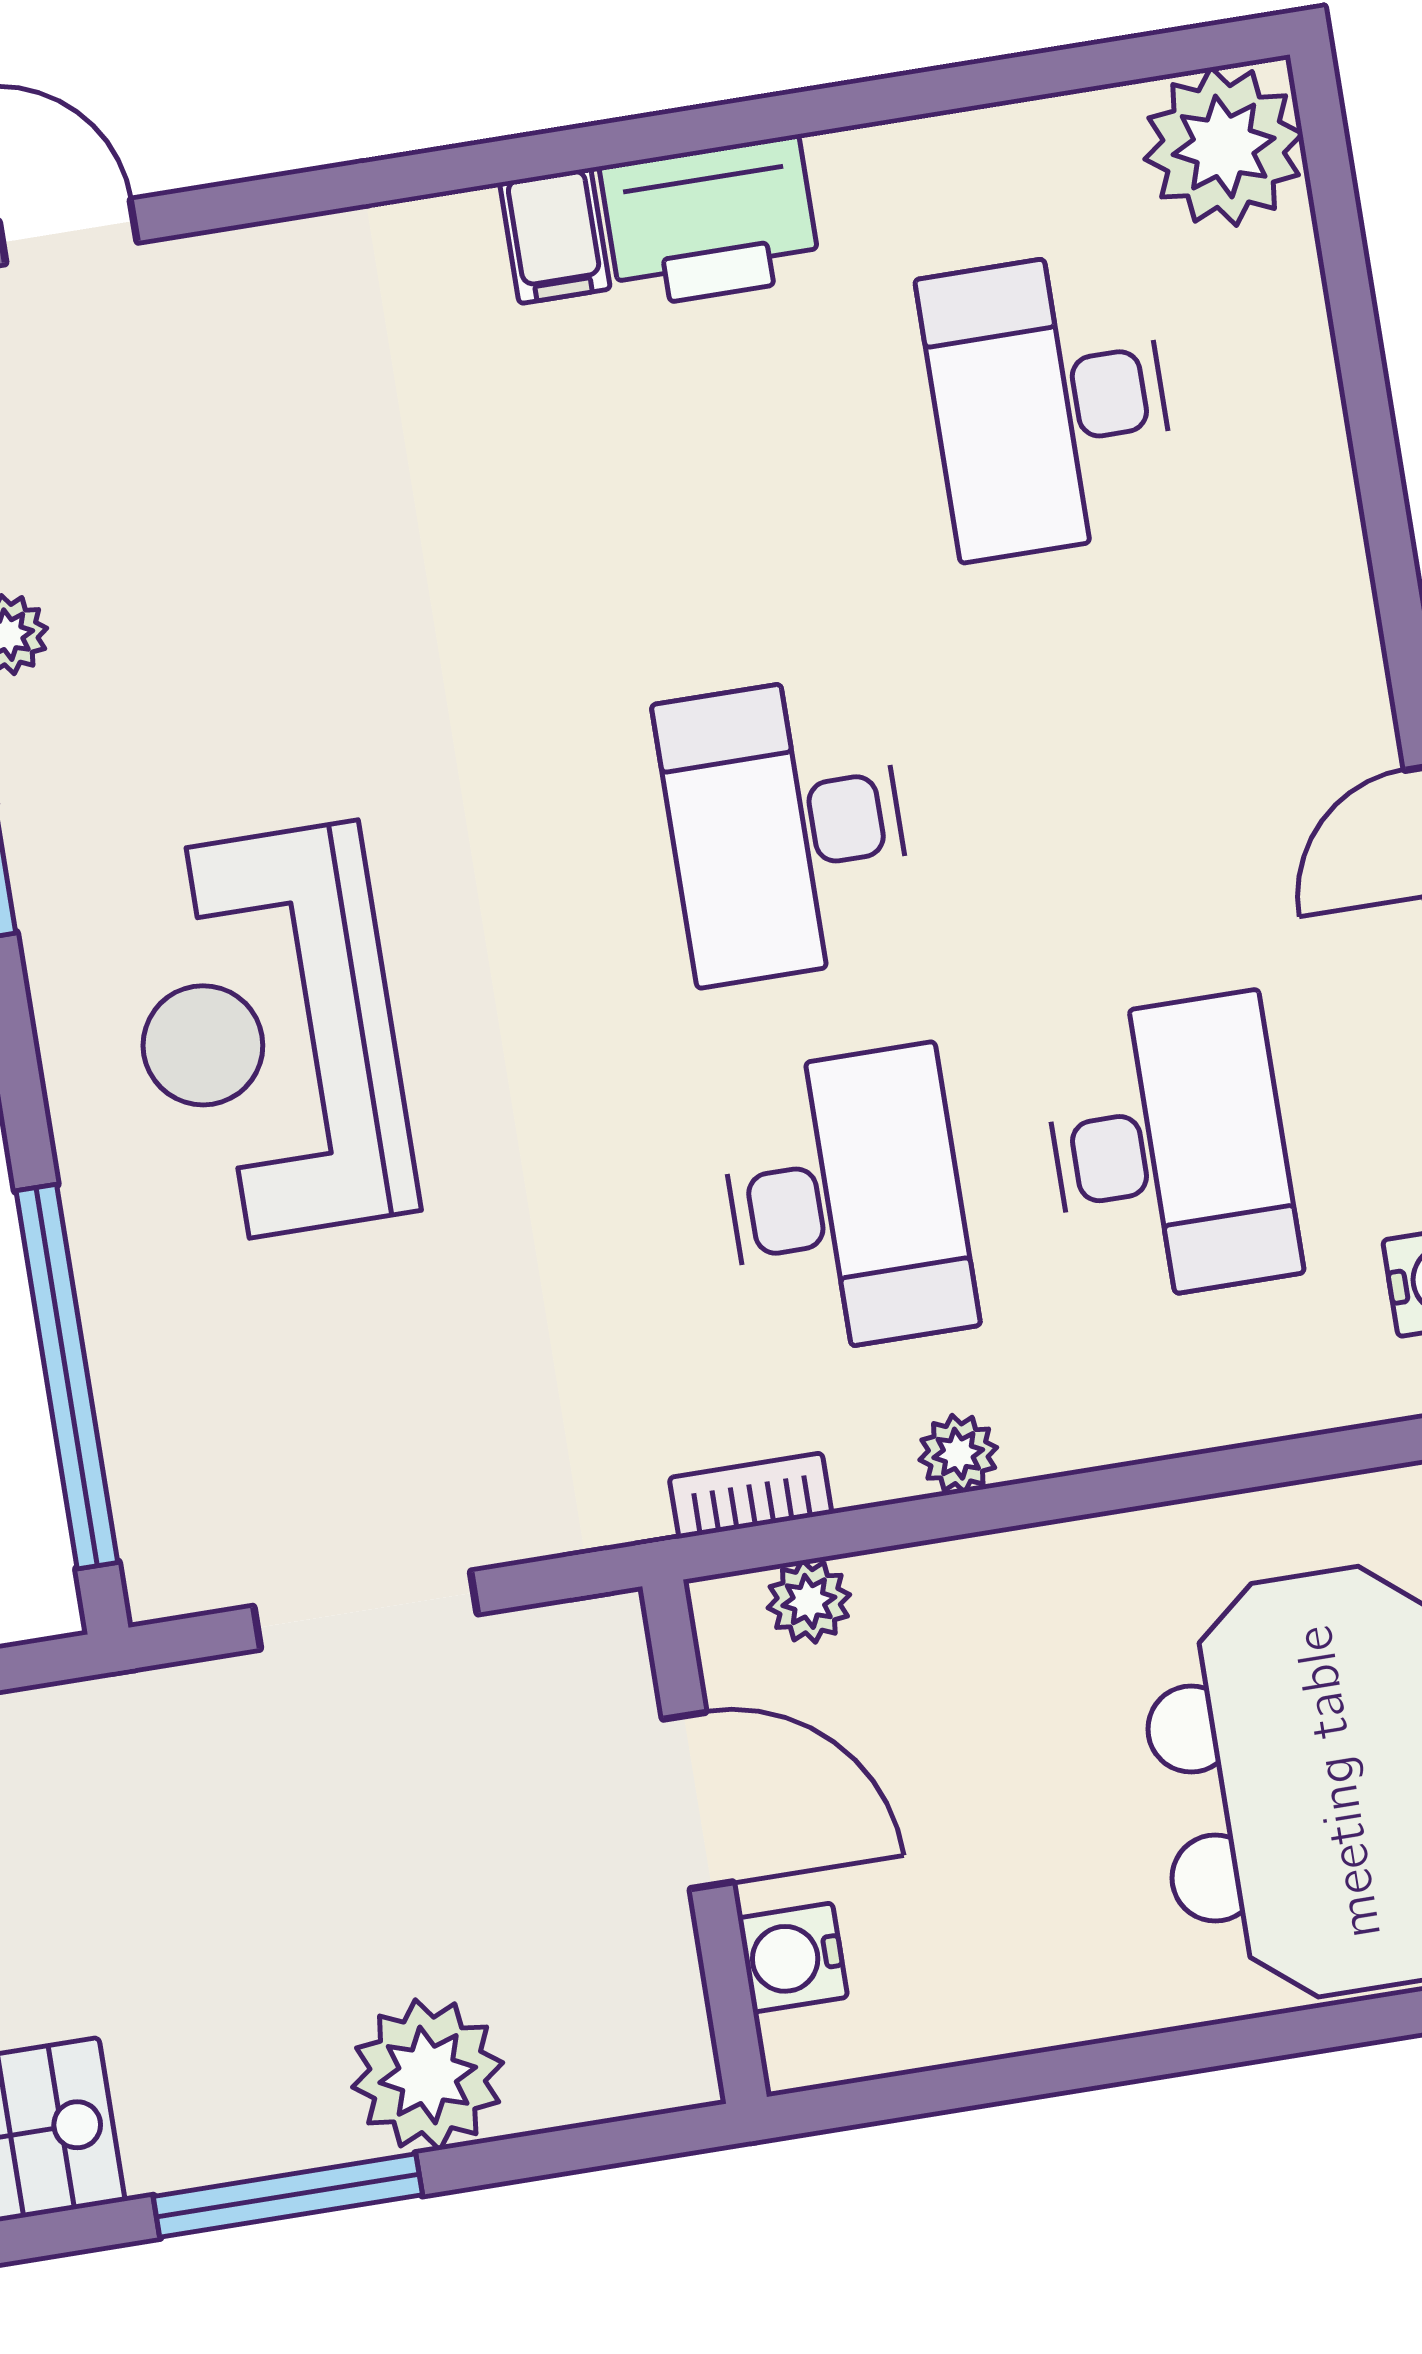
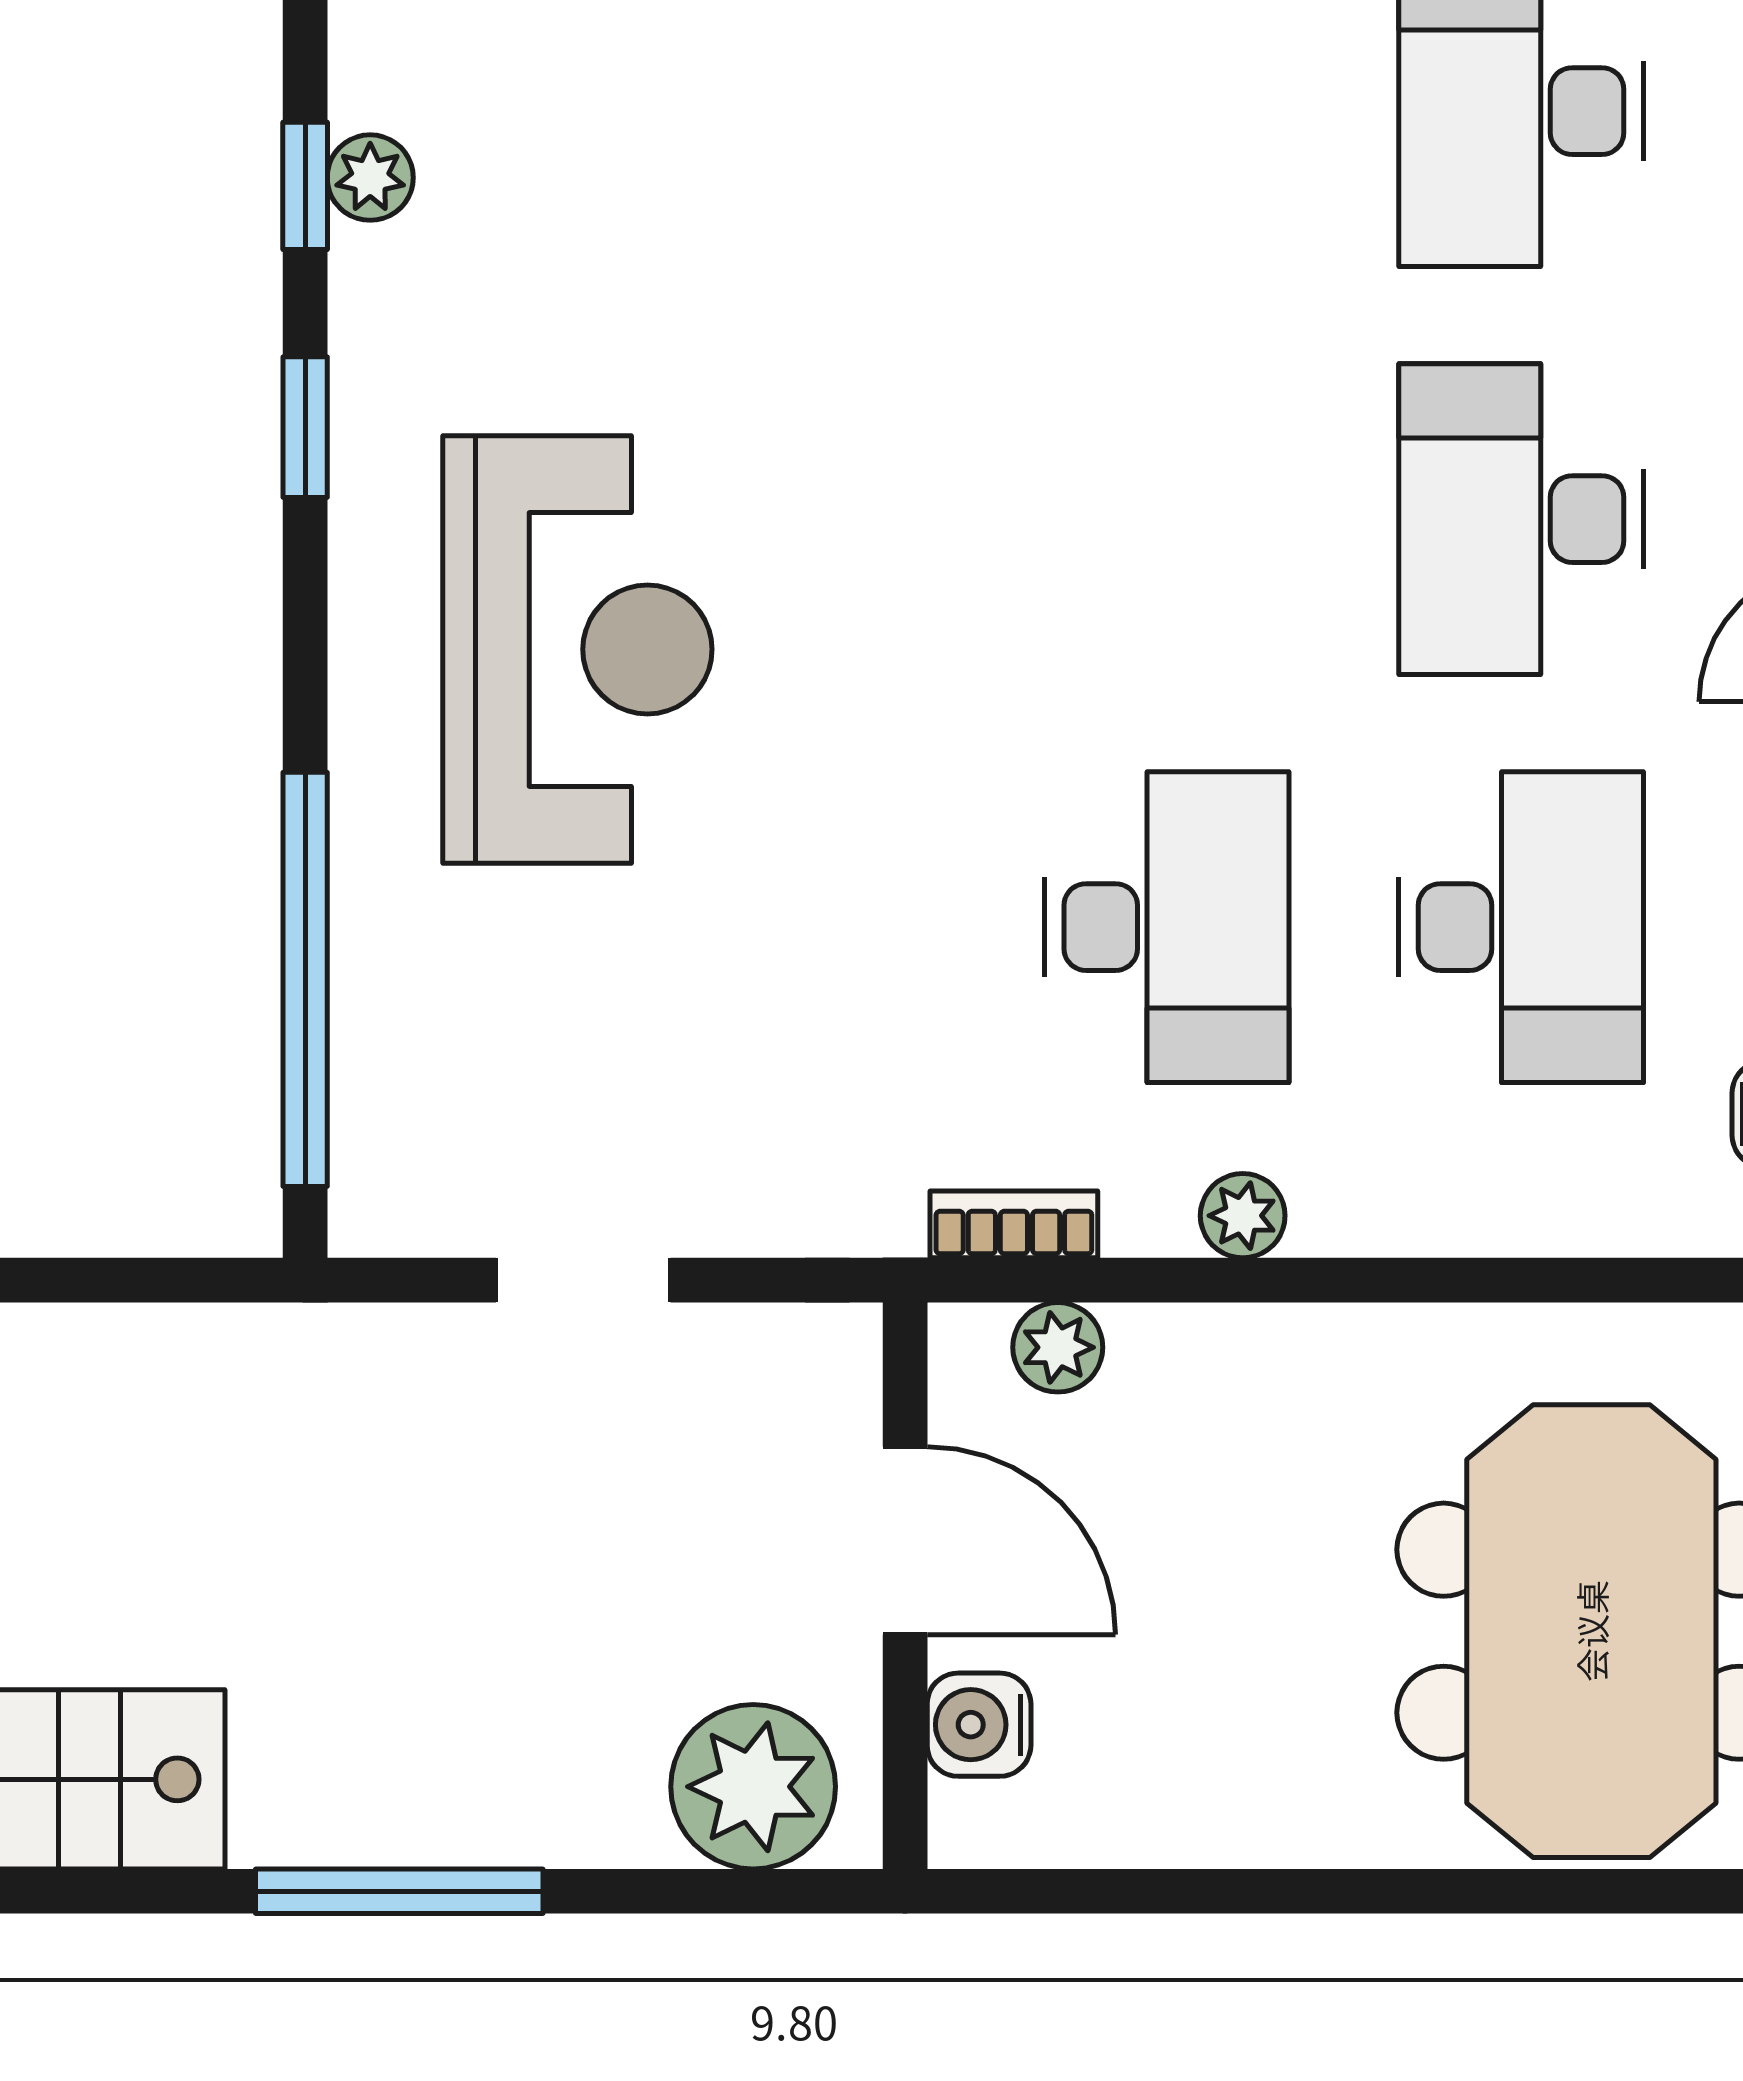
desk: (786, 829) -> (1521, 519), moved
reception desk: (267, 1035) -> (577, 649), turned 180
doorway: (366, 1610) -> (583, 1280), width x0.73
plant: (428, 2075) -> (753, 1787), moved

